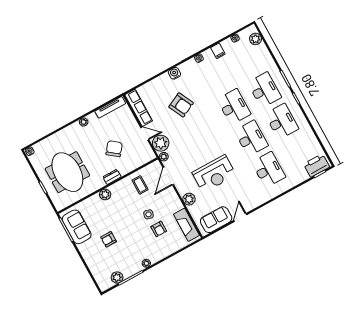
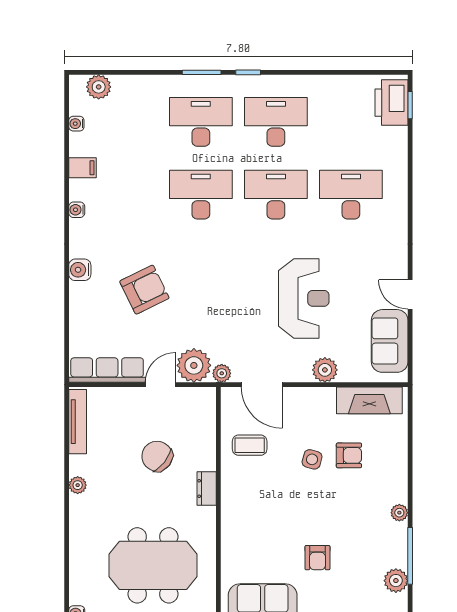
plant: (105, 195) -> (232, 519), removed

